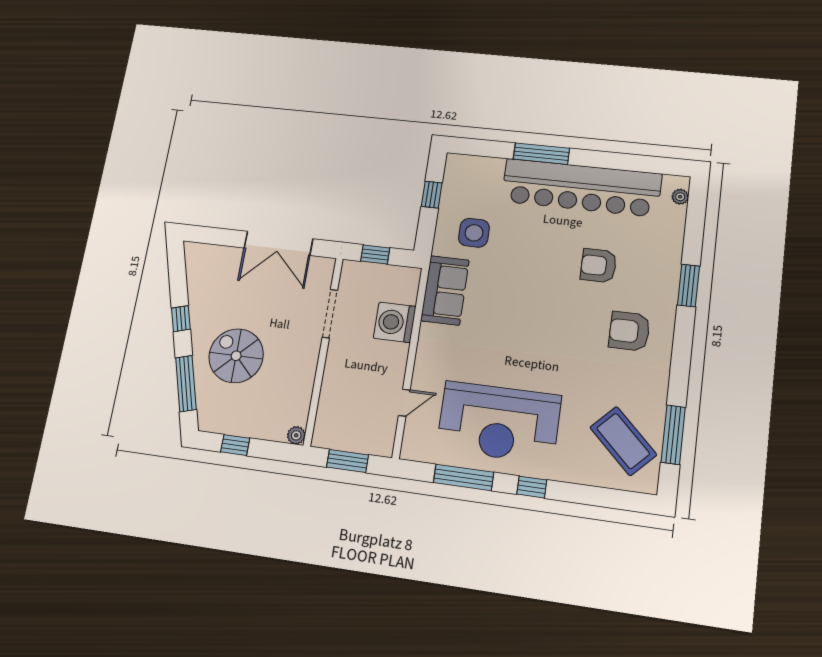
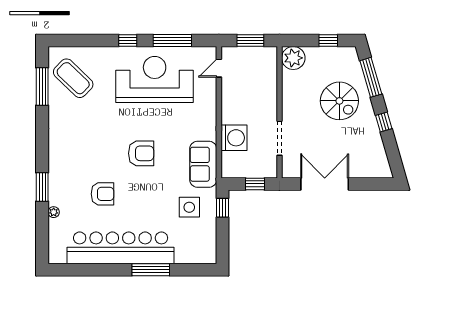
window: (432, 195) -> (223, 208), moved
plant: (680, 197) -> (54, 212), moved
armchair: (629, 331) -> (141, 153), moved
door: (404, 403) -> (219, 68), moved
plant: (296, 435) -> (293, 58), width x1.87, depth x1.87

